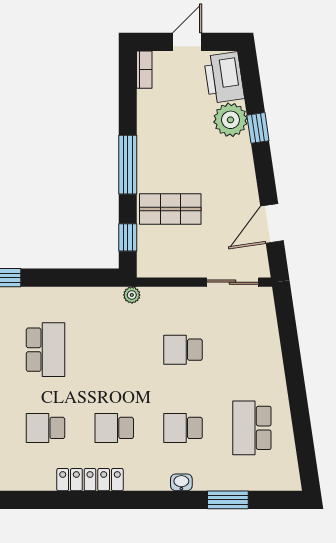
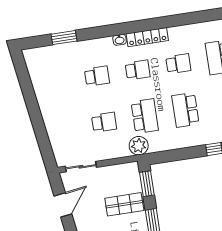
window: (128, 237) -> (147, 184), width x1.50
plant: (132, 295) -> (139, 146), width x1.87, depth x1.87
school desk: (252, 428) -> (145, 116), moved
washbasin: (181, 482) -> (120, 40), moved

